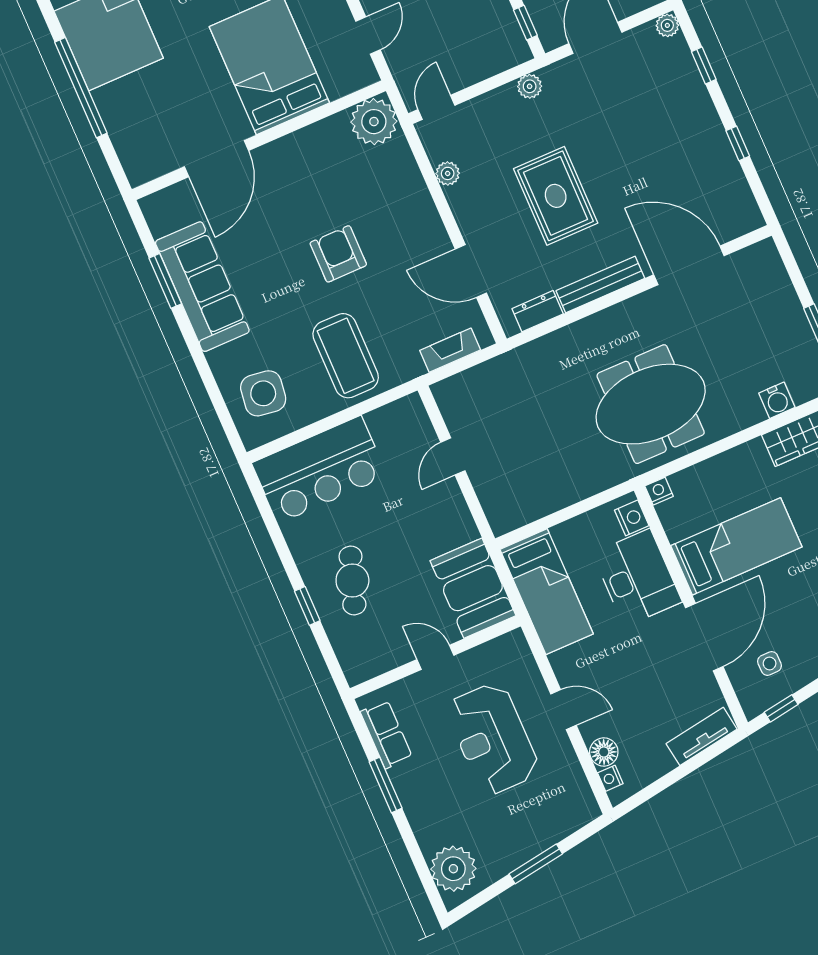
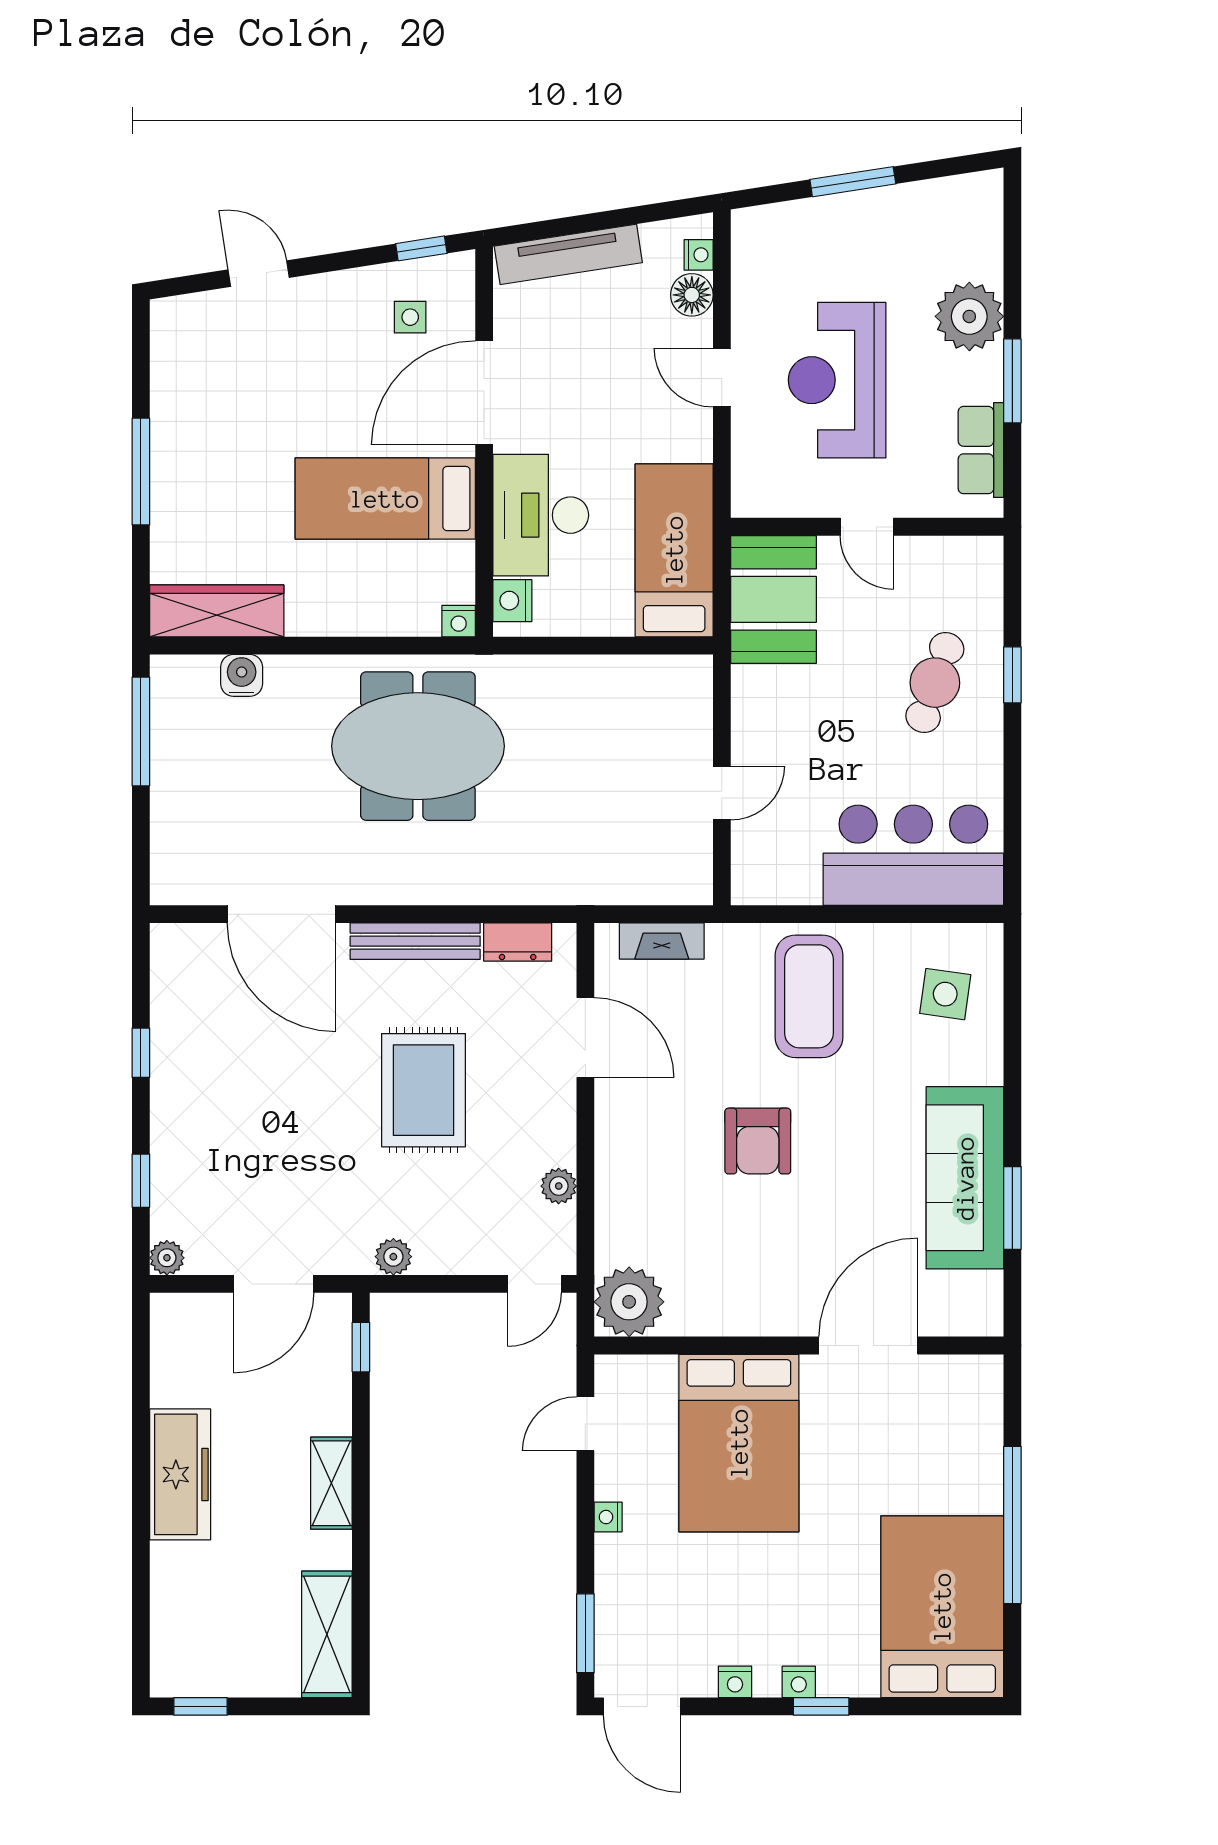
side table: (263, 393) -> (945, 994), width x0.73, depth x0.73
tv unit: (702, 736) -> (568, 254), width x1.41
reception desk: (493, 739) -> (837, 380), turned 180
plant: (453, 869) -> (969, 316), moved

